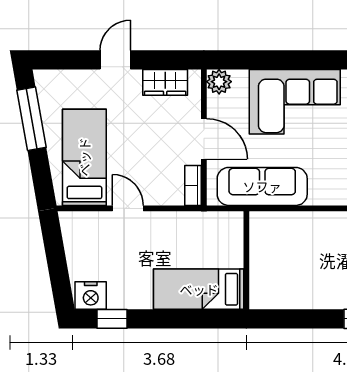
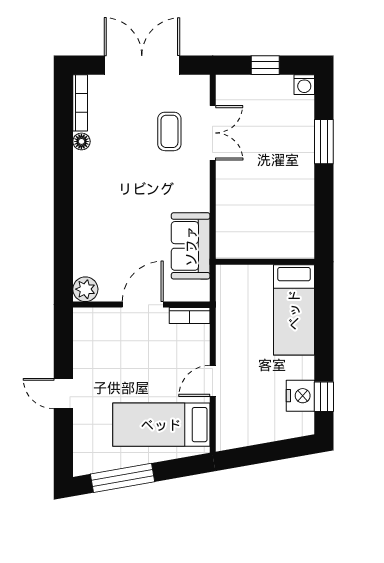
wardrobe: (165, 82) -> (86, 343), removed
corner sofa: (295, 102) -> (105, 213), removed
sofa: (262, 186) -> (191, 246), width x0.73
nightstand: (91, 296) -> (300, 396), moved

